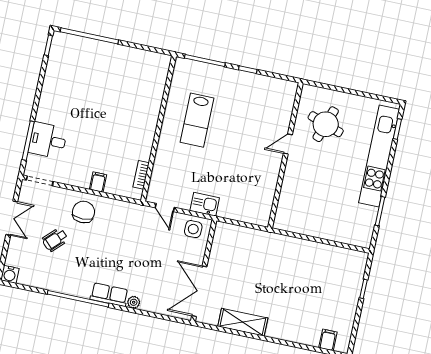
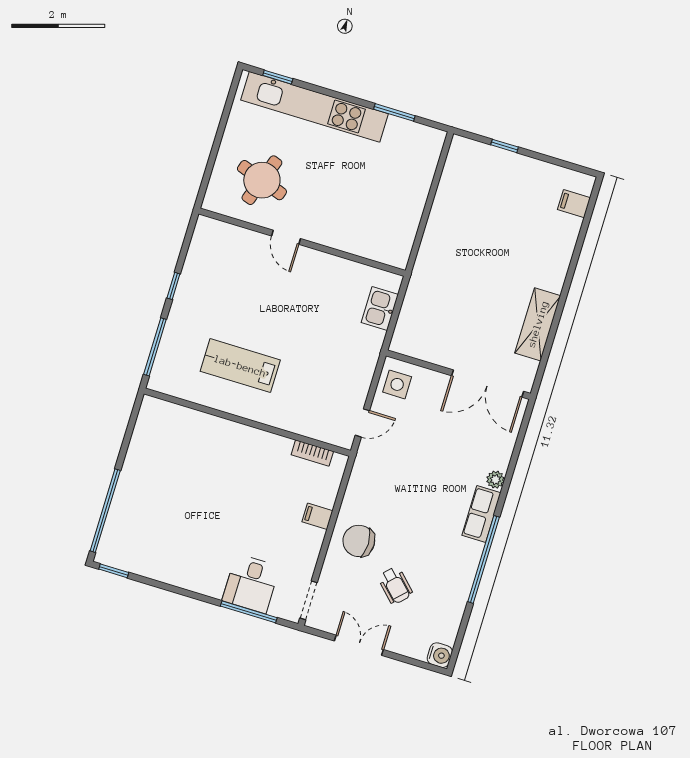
lab bench: (197, 120) -> (240, 366), turned 180
kitchen sink: (205, 204) -> (380, 308), moved

